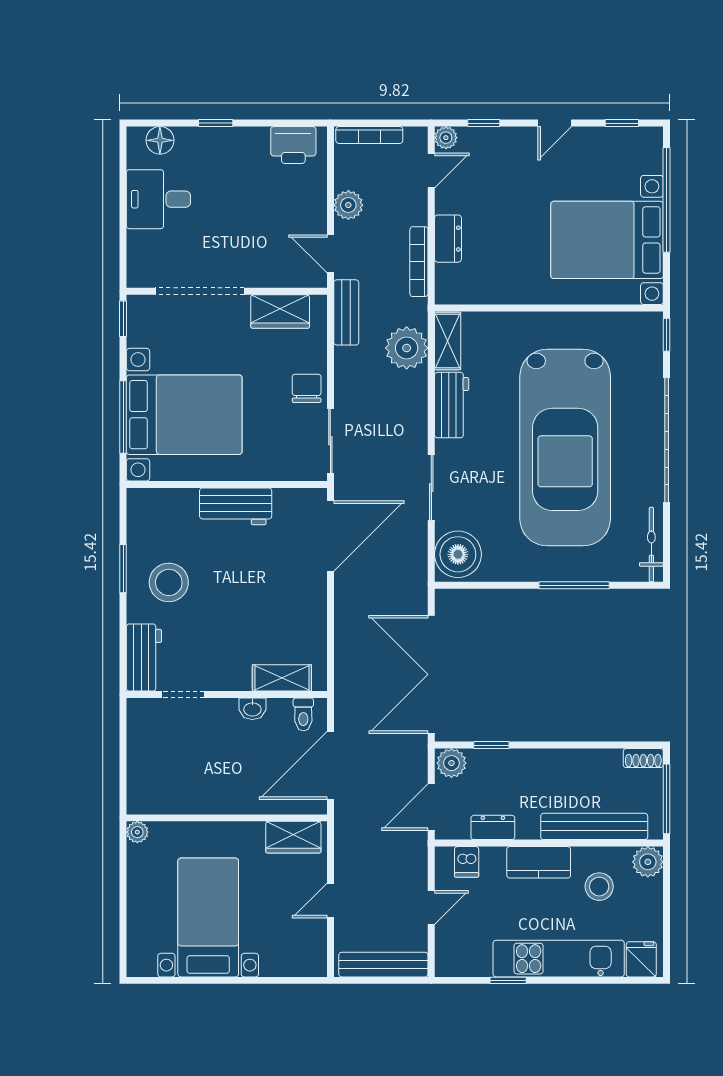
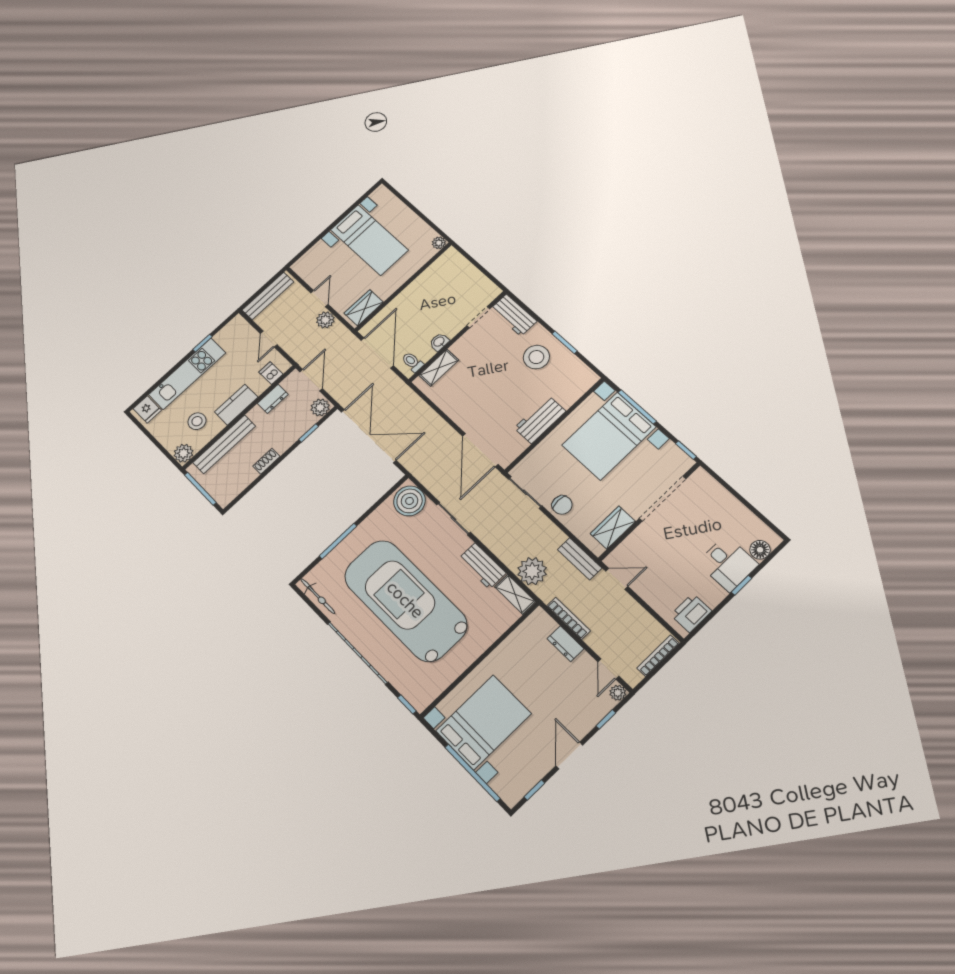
door: (555, 123) -> (569, 755), width x1.37
desk: (158, 199) -> (728, 564), moved, turned 90
plant: (348, 205) -> (325, 320), moved
shoe rack: (643, 758) -> (266, 461), moved

